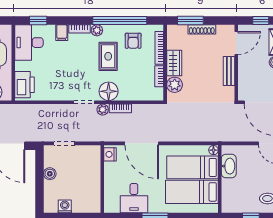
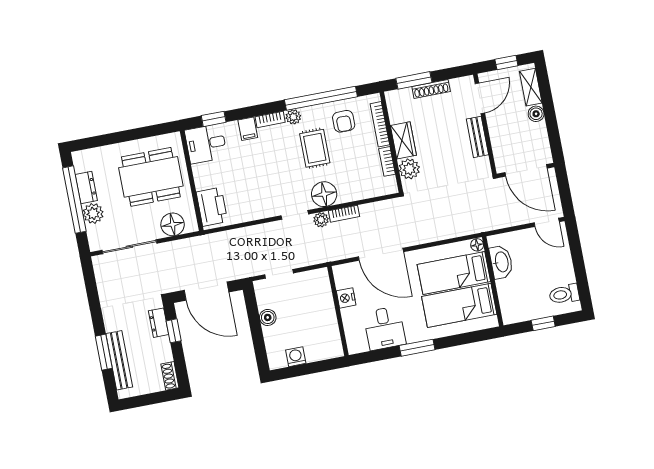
desk: (29, 43) -> (206, 144), width x0.73
nightstand: (110, 154) -> (346, 298), moved

